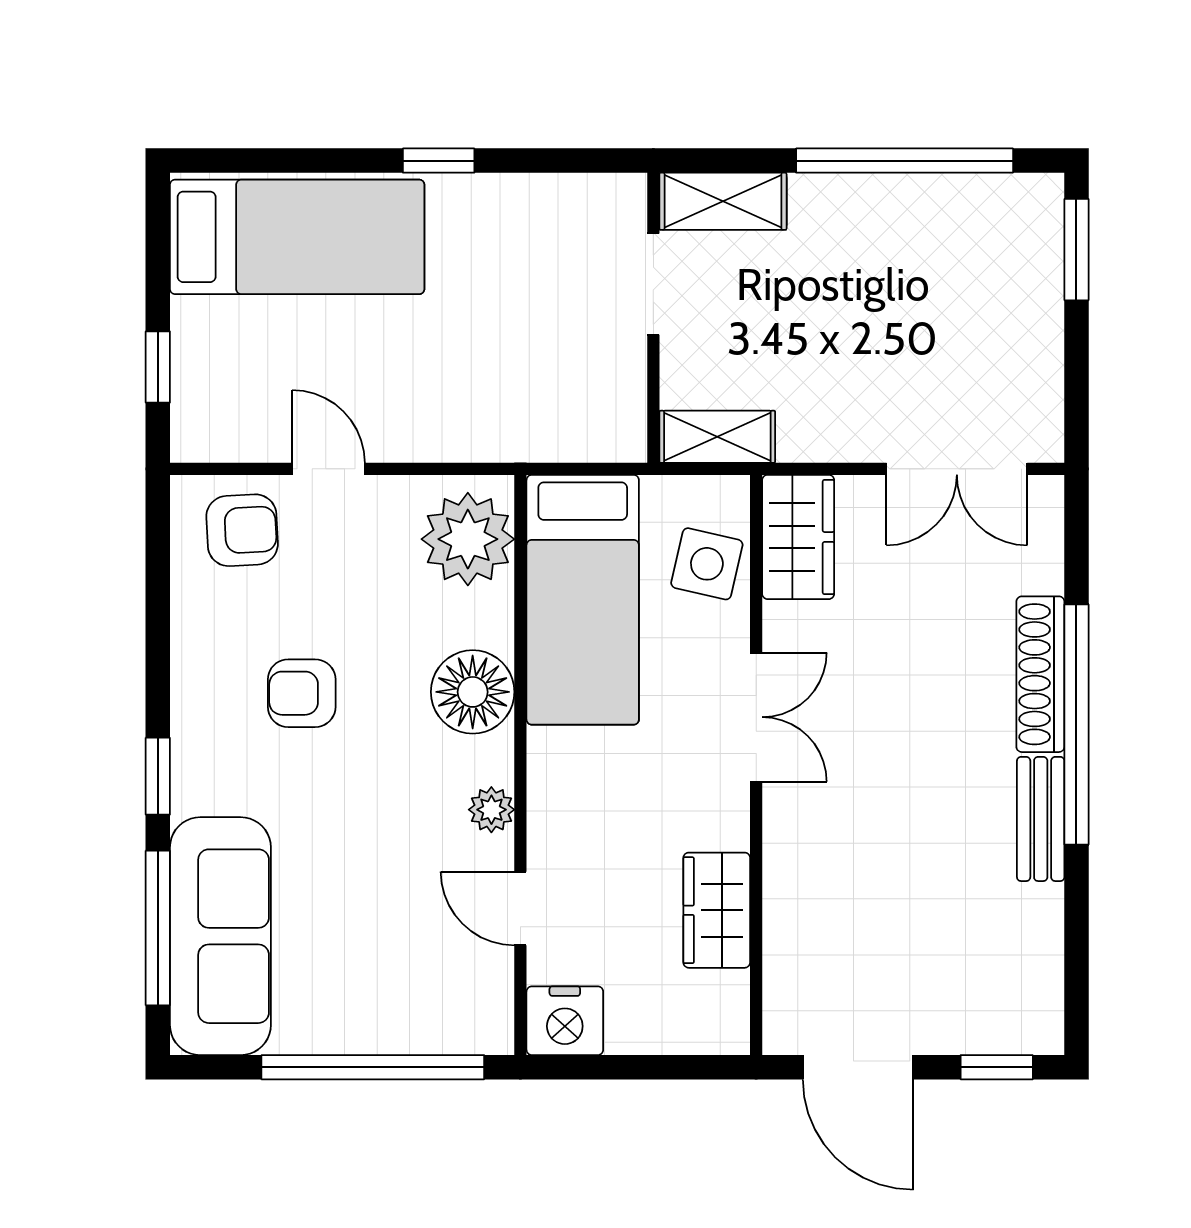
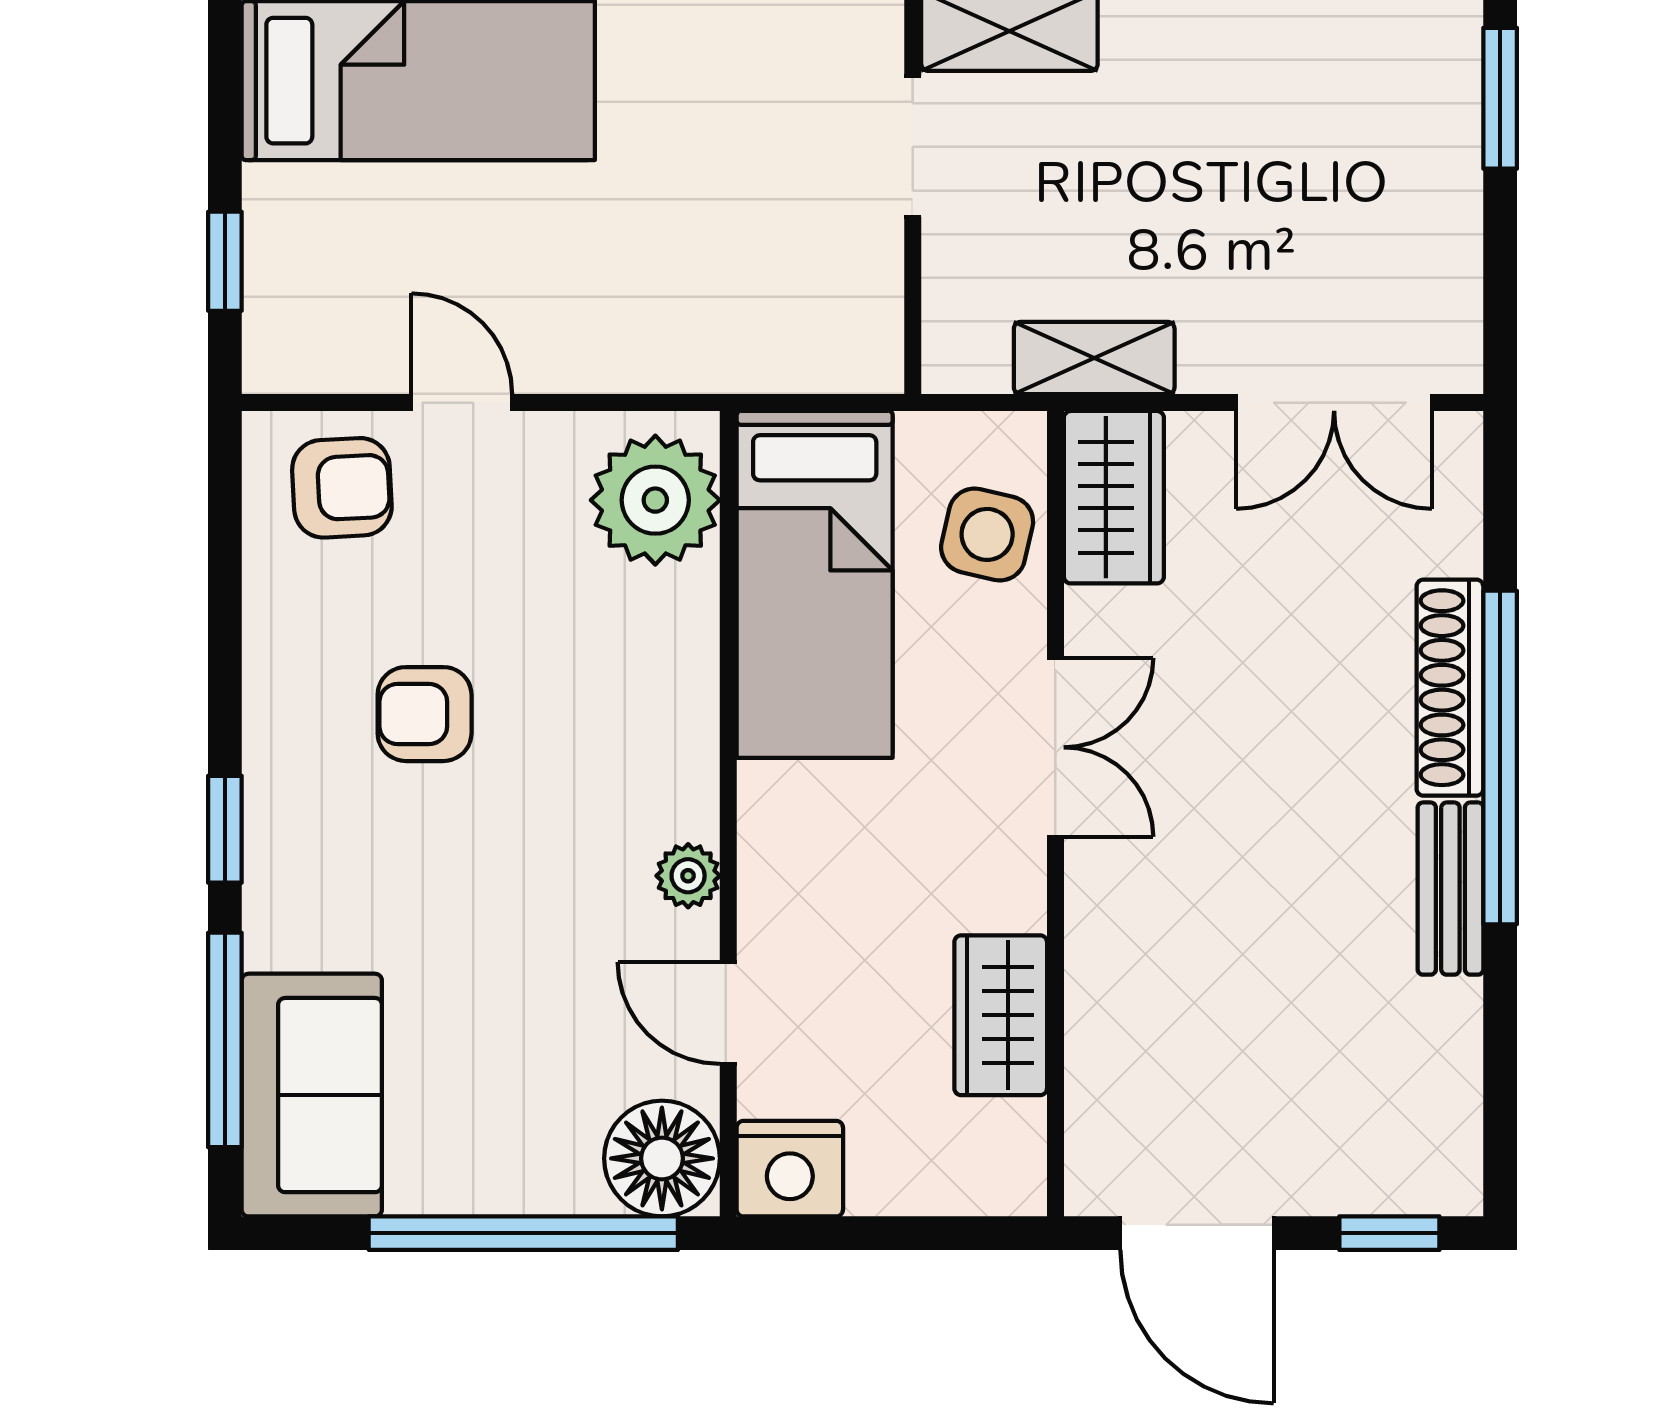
shelving: (717, 437) -> (1094, 358), moved
floor lamp: (473, 692) -> (662, 1158), moved
sofa: (220, 936) -> (312, 1095), width x0.73

